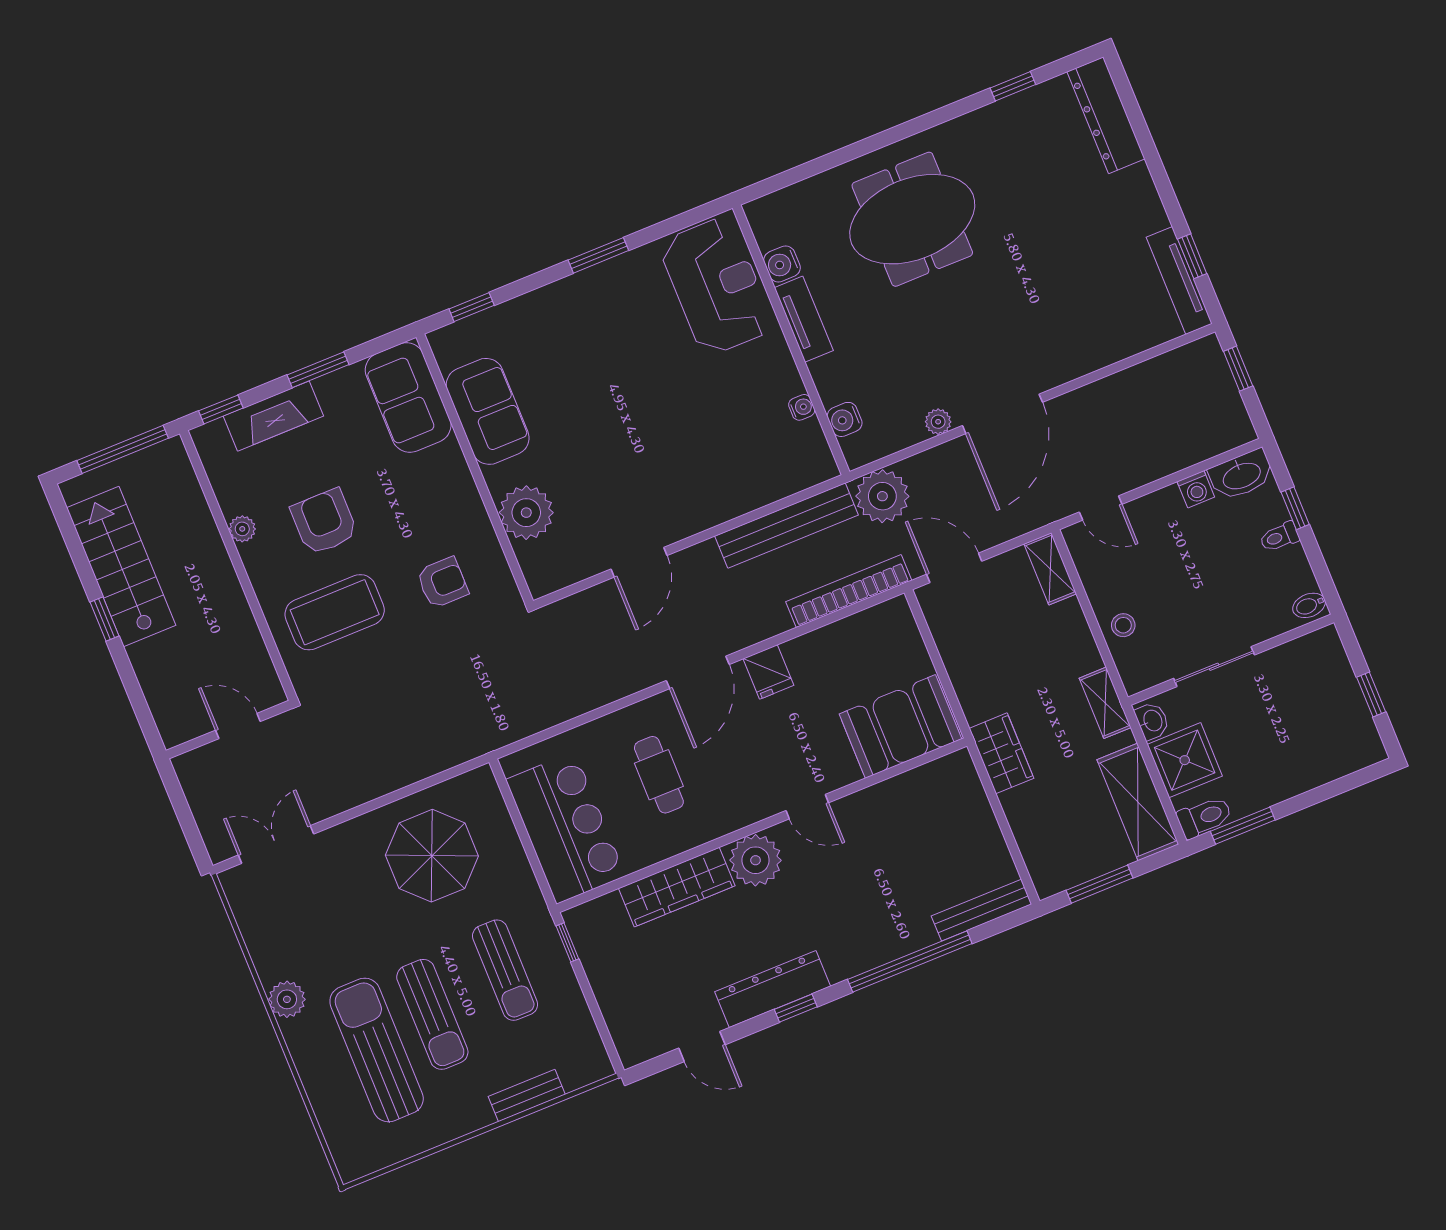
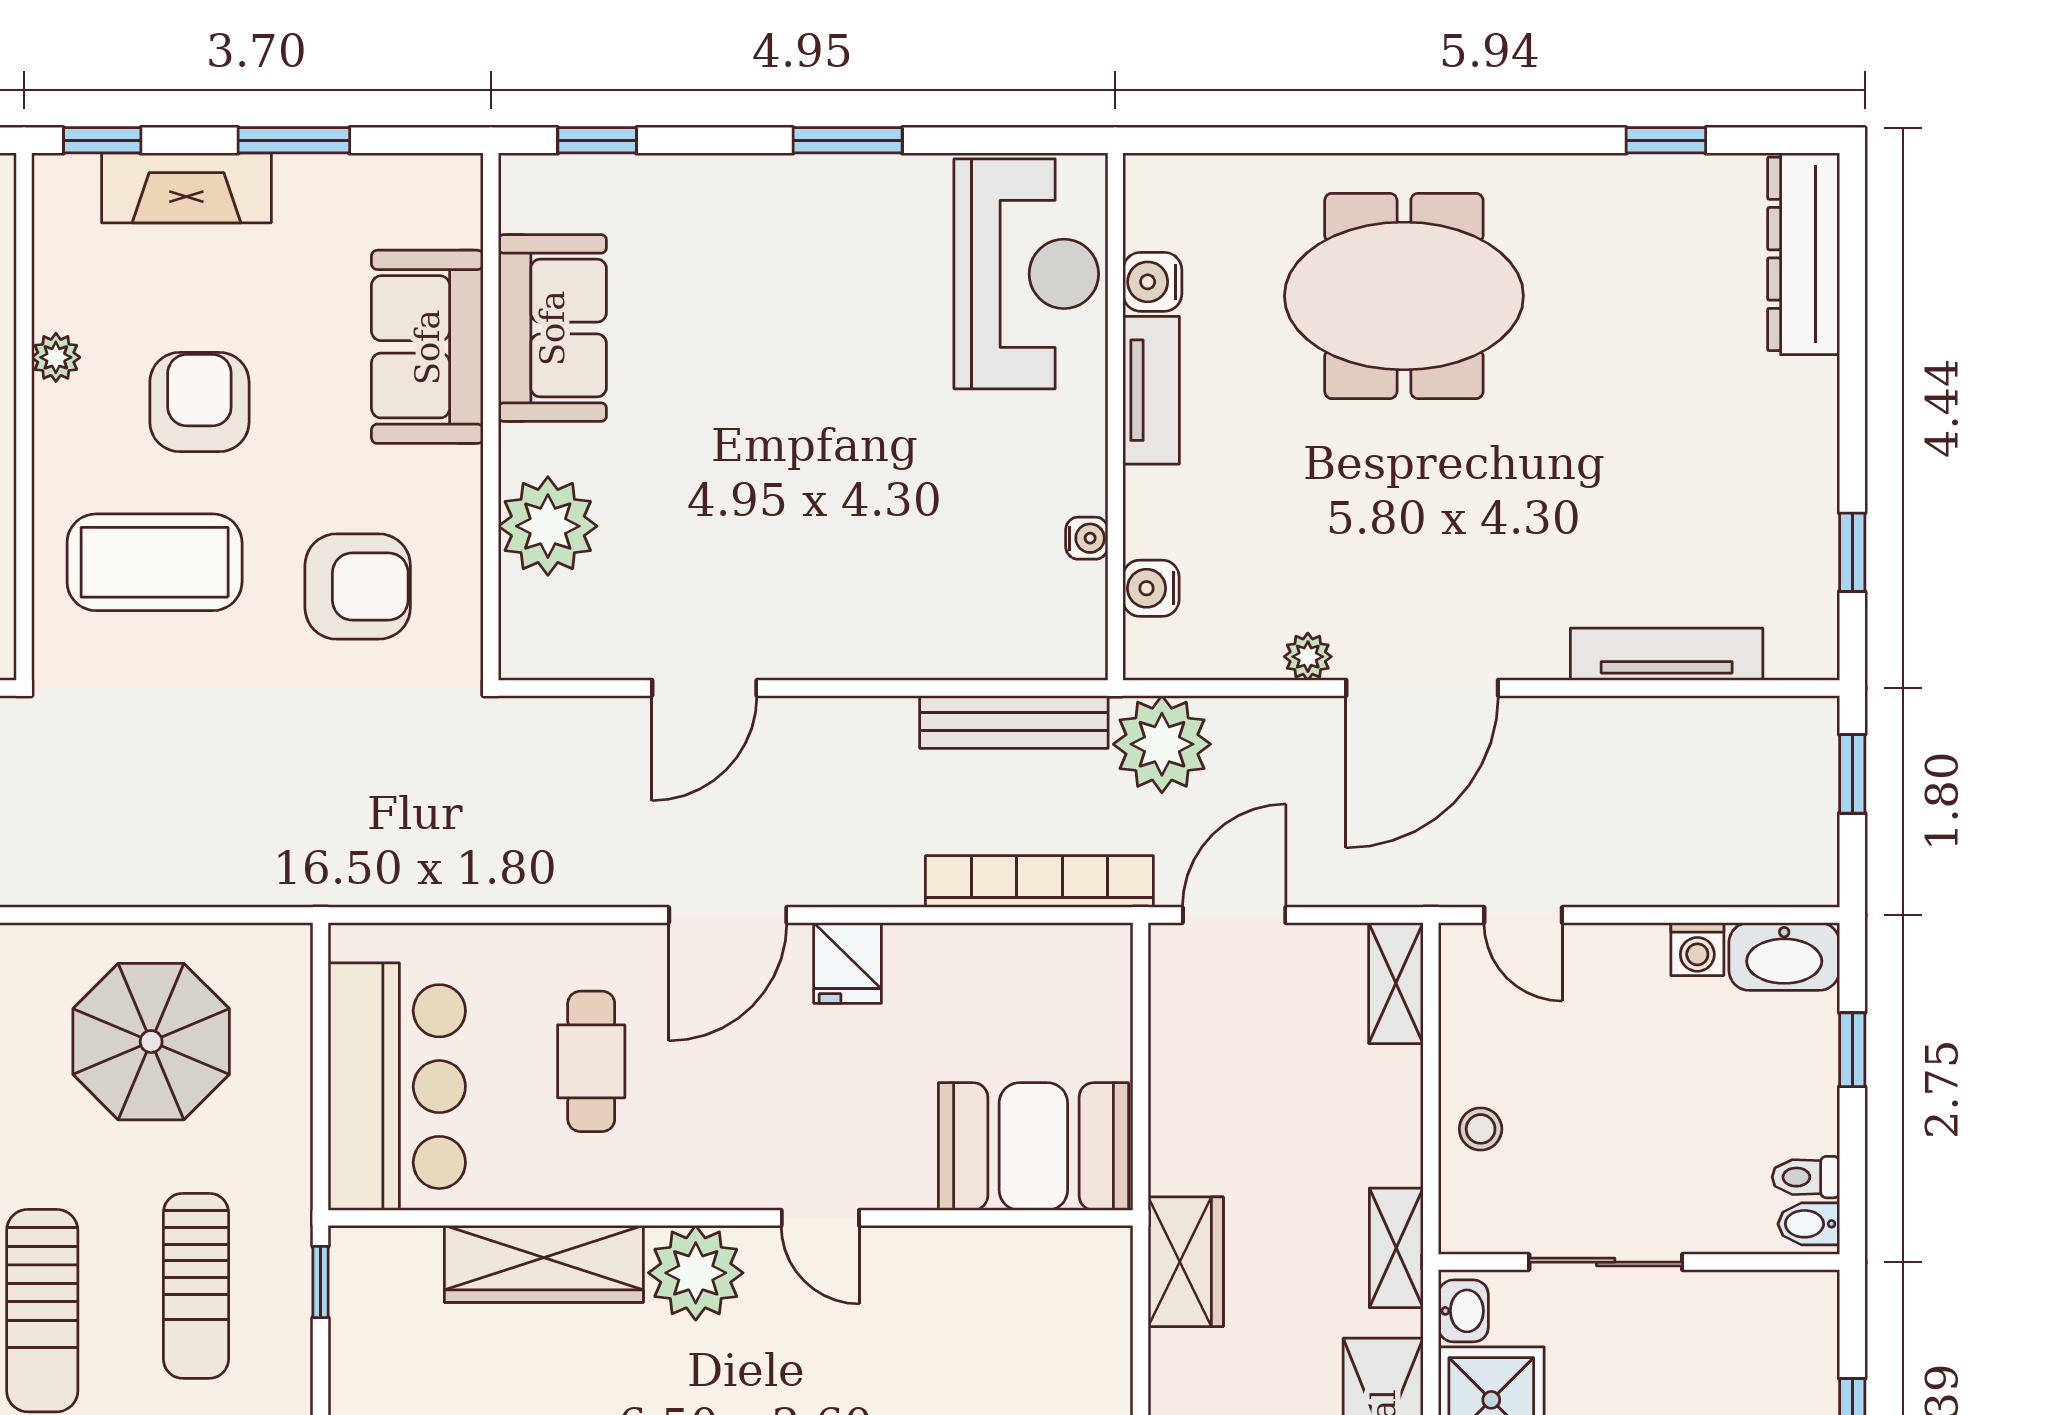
tv unit: (1179, 280) -> (1667, 654), moved, turned 90
sofa: (408, 398) -> (427, 347), moved
bench: (786, 525) -> (1014, 722), width x0.73, depth x0.82
toilet: (1279, 537) -> (1806, 1177), moved
door: (954, 568) -> (1234, 915), hinge flipped
armchair: (442, 583) -> (358, 587), width x1.38, depth x1.38

